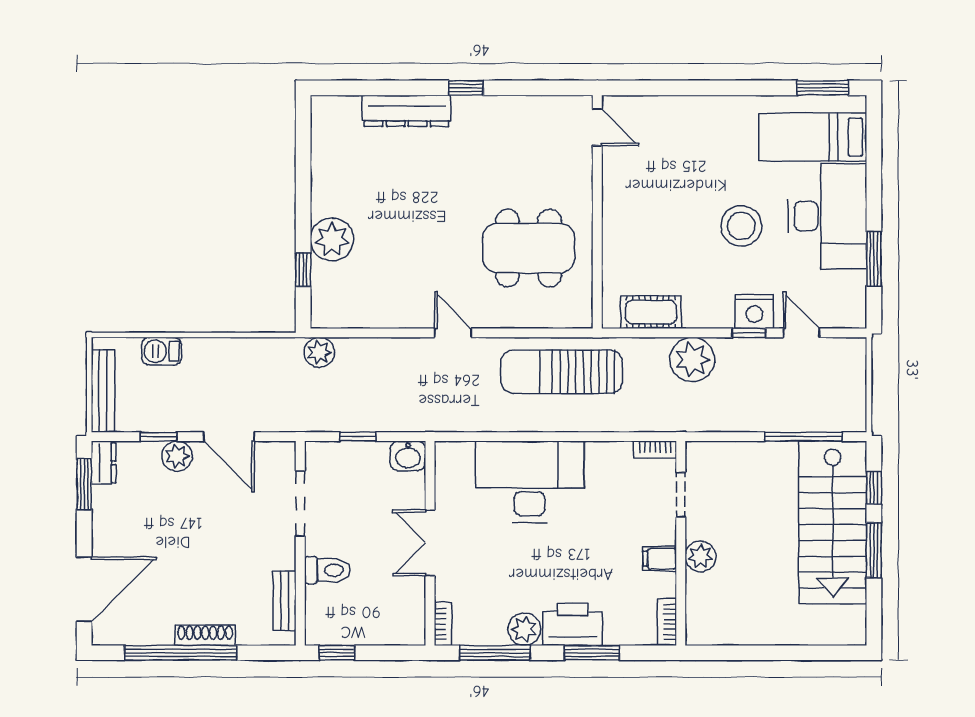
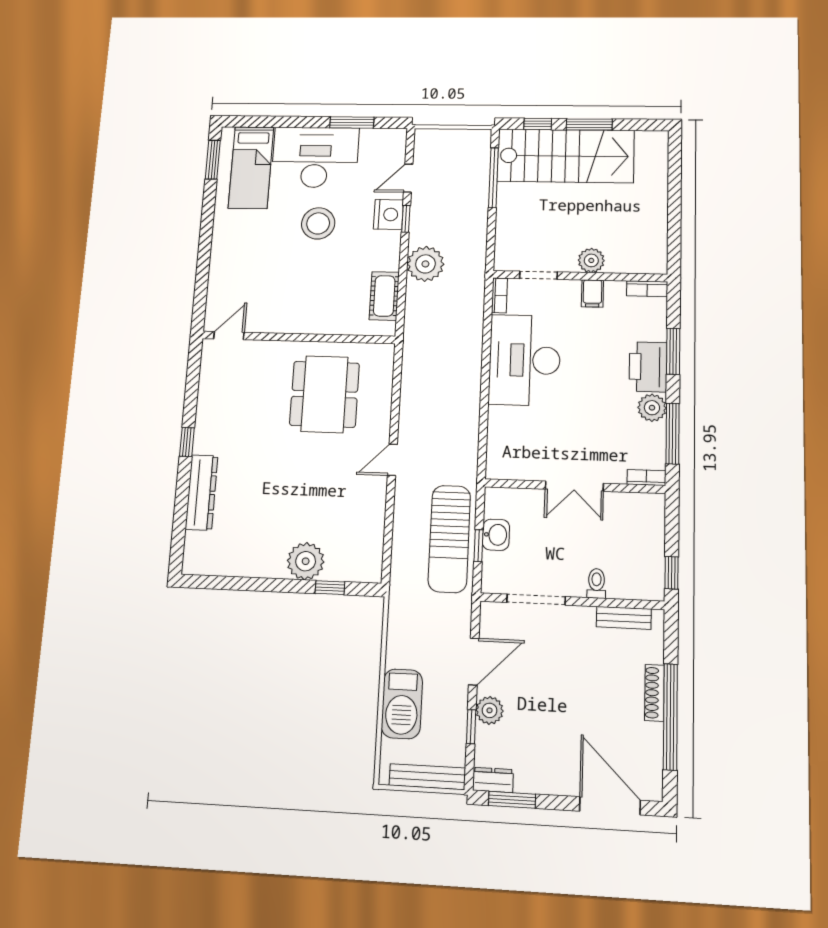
barbecue: (162, 351) -> (402, 704), width x1.88, depth x1.53
plant: (319, 352) -> (403, 577), removed
sun lounger: (562, 372) -> (449, 539), moved
washbasin: (408, 456) -> (496, 535), moved
desk: (530, 482) -> (525, 360), moved
toilet: (328, 570) -> (596, 583), width x0.73, depth x0.72

